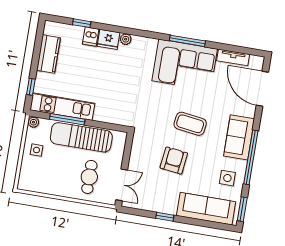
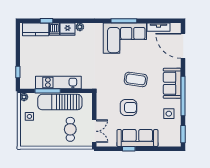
kitchen counter: (48, 54) -> (36, 29), moved, turned 90
kitchen unit: (62, 107) -> (58, 82), moved
armchair: (174, 160) -> (129, 107), turned 83
sofa: (206, 209) -> (137, 138), moved

